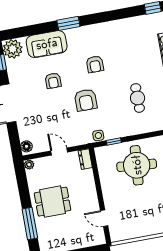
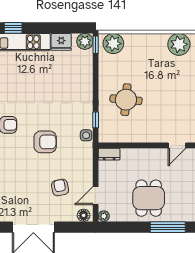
armchair: (53, 81) -> (60, 187), moved, turned -101
cafe table: (138, 98) -> (53, 85), removed
door: (59, 152) -> (96, 196), moved
round table: (137, 165) -> (126, 100), width x0.73, depth x0.73

